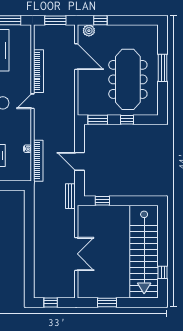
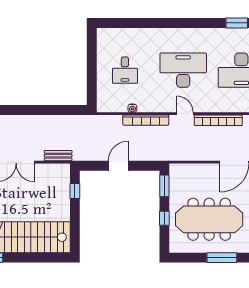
bookcase: (38, 161) -> (146, 120), moved
bench: (70, 196) -> (58, 156), moved

